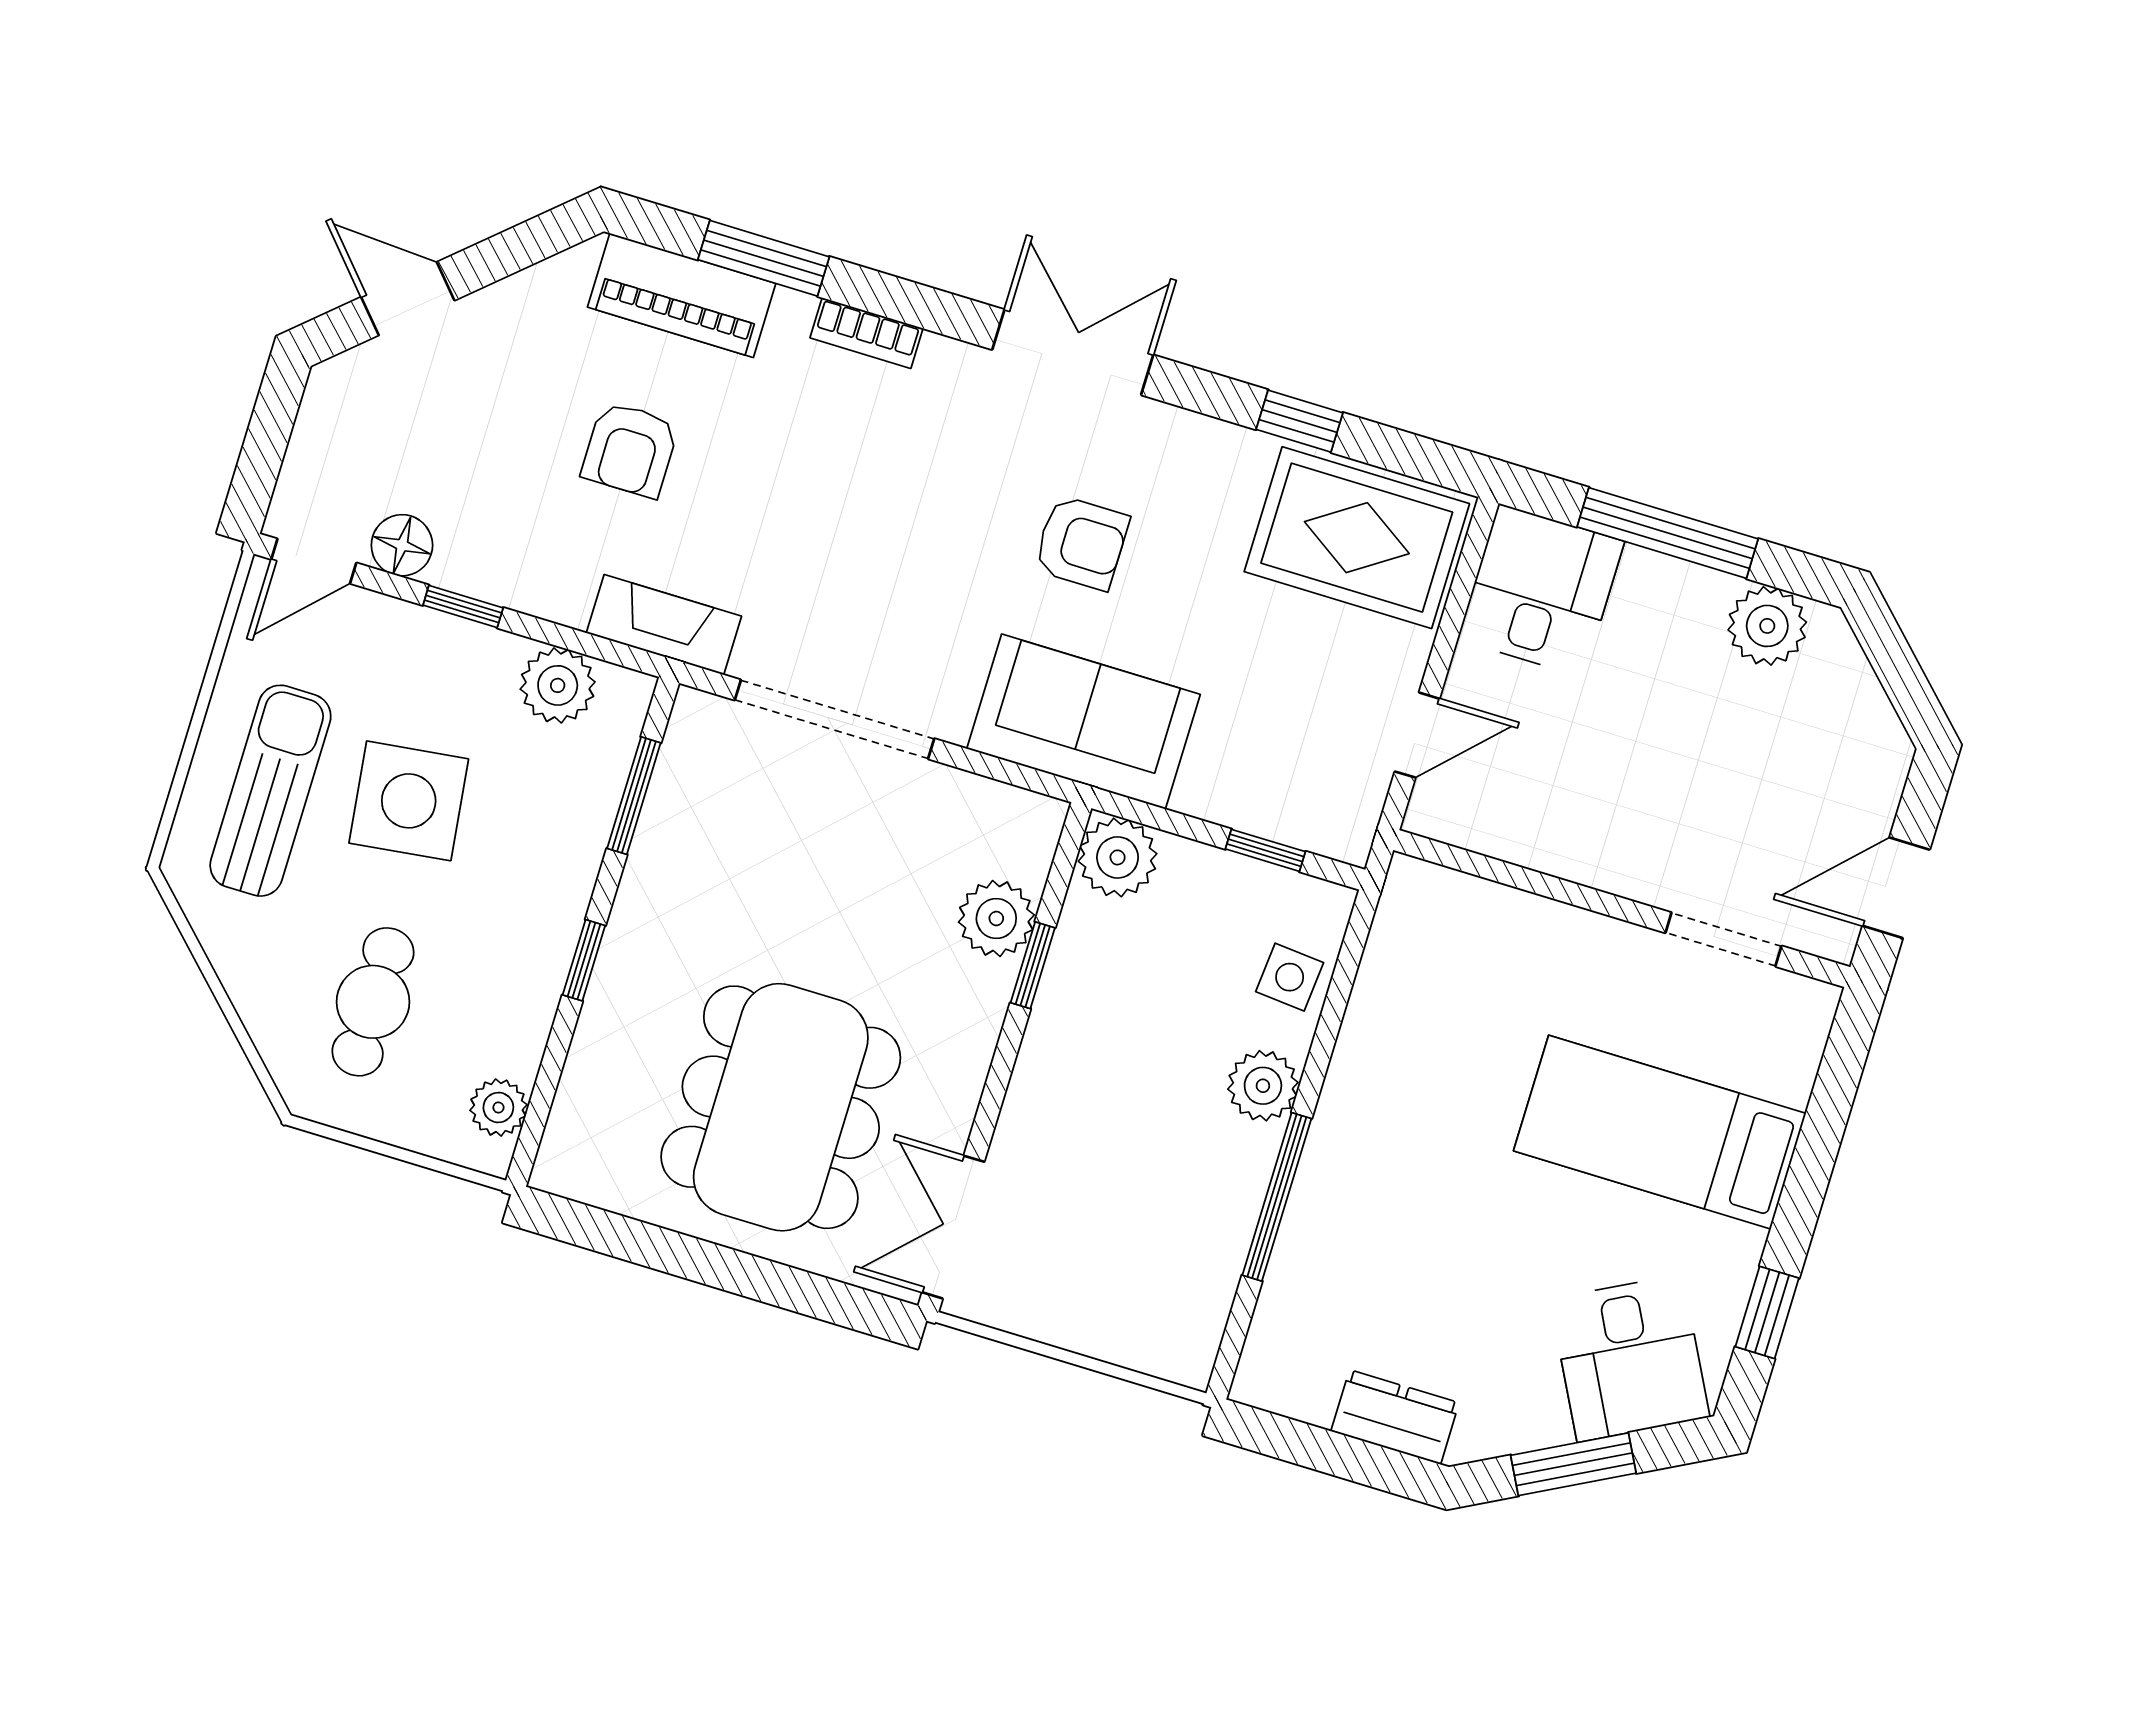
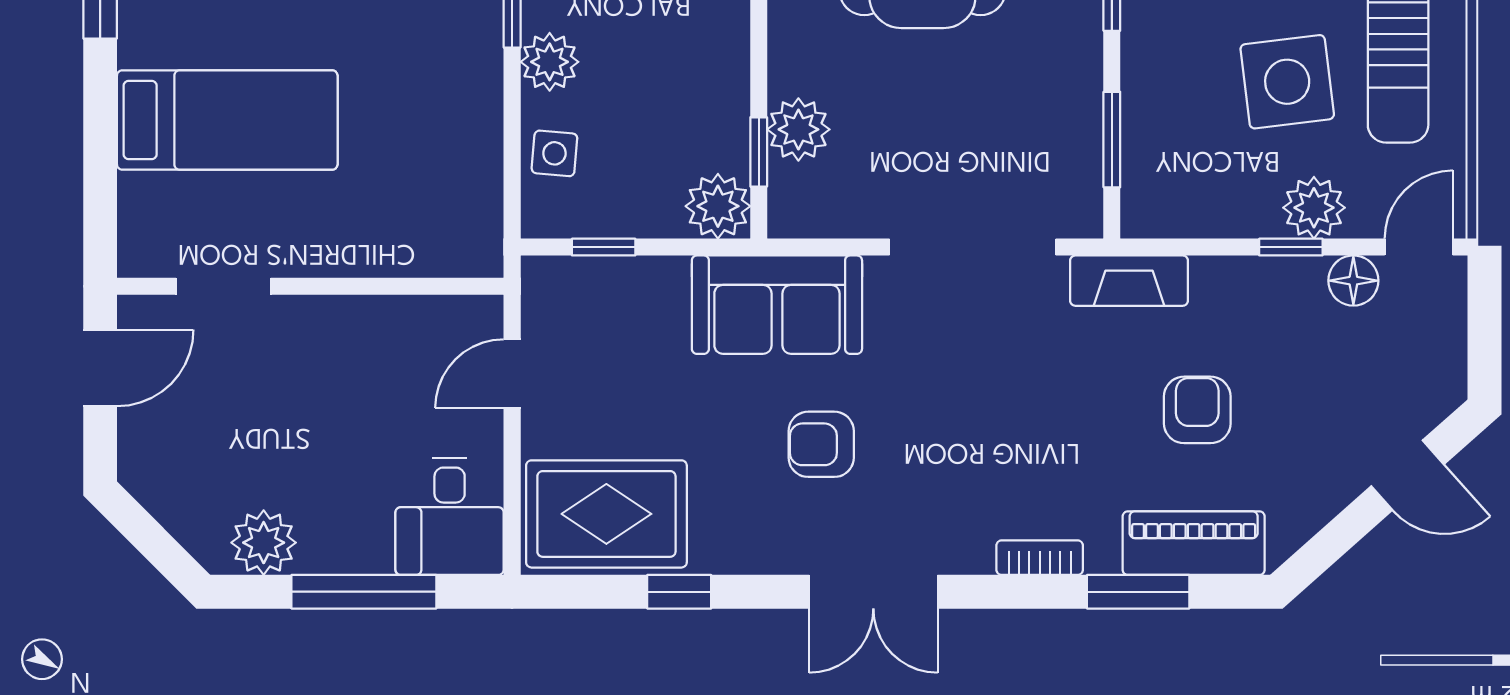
plant: (558, 685) -> (1314, 208), moved
window: (1033, 965) -> (759, 152), moved

